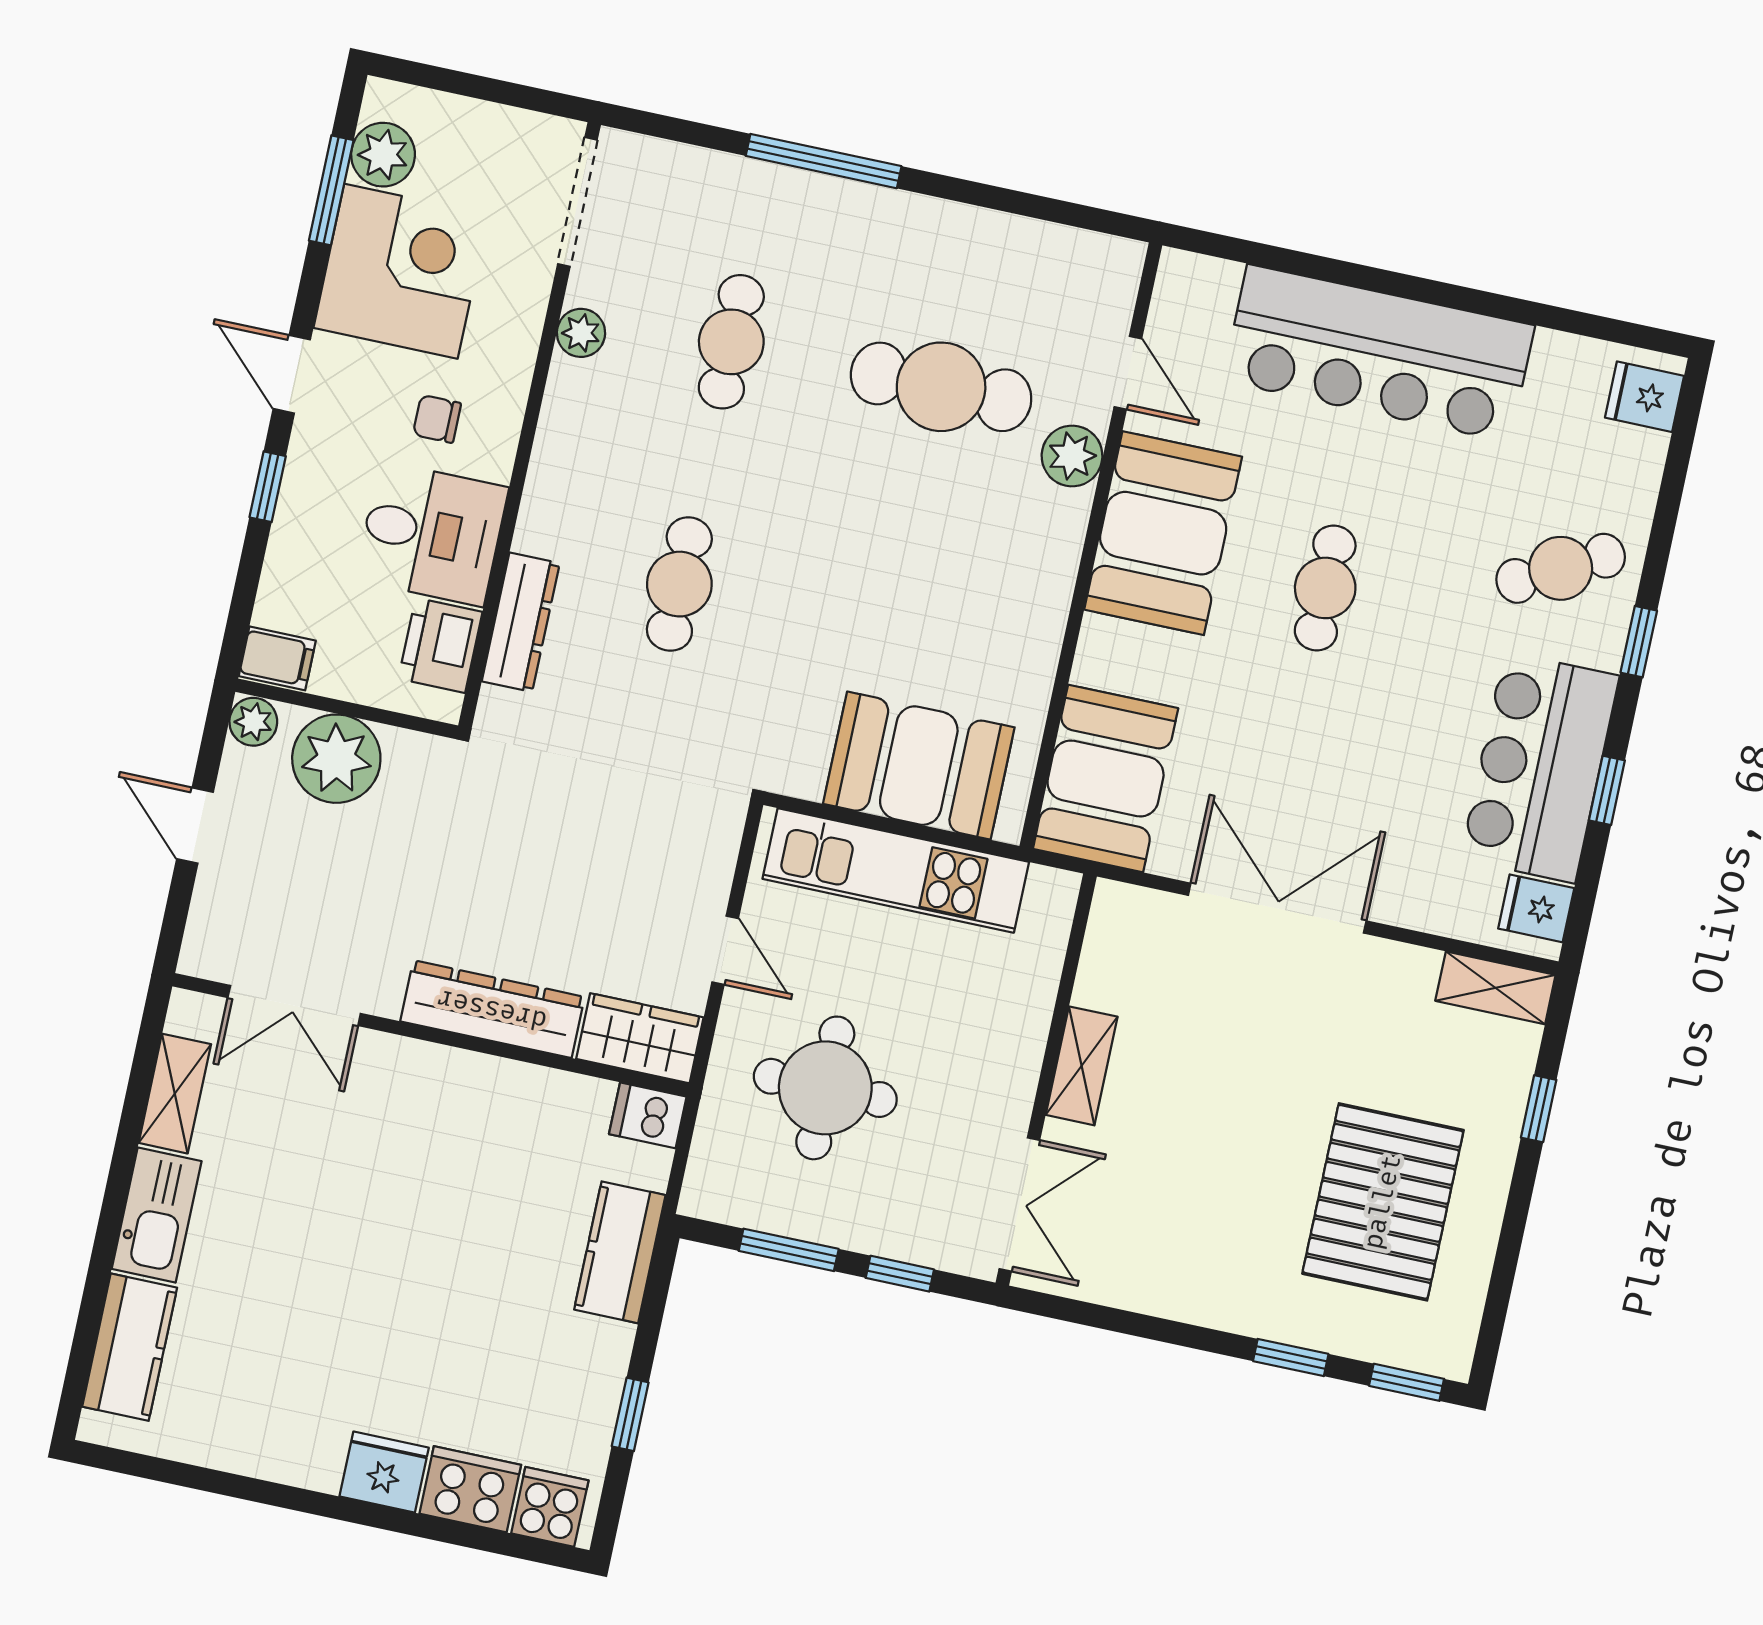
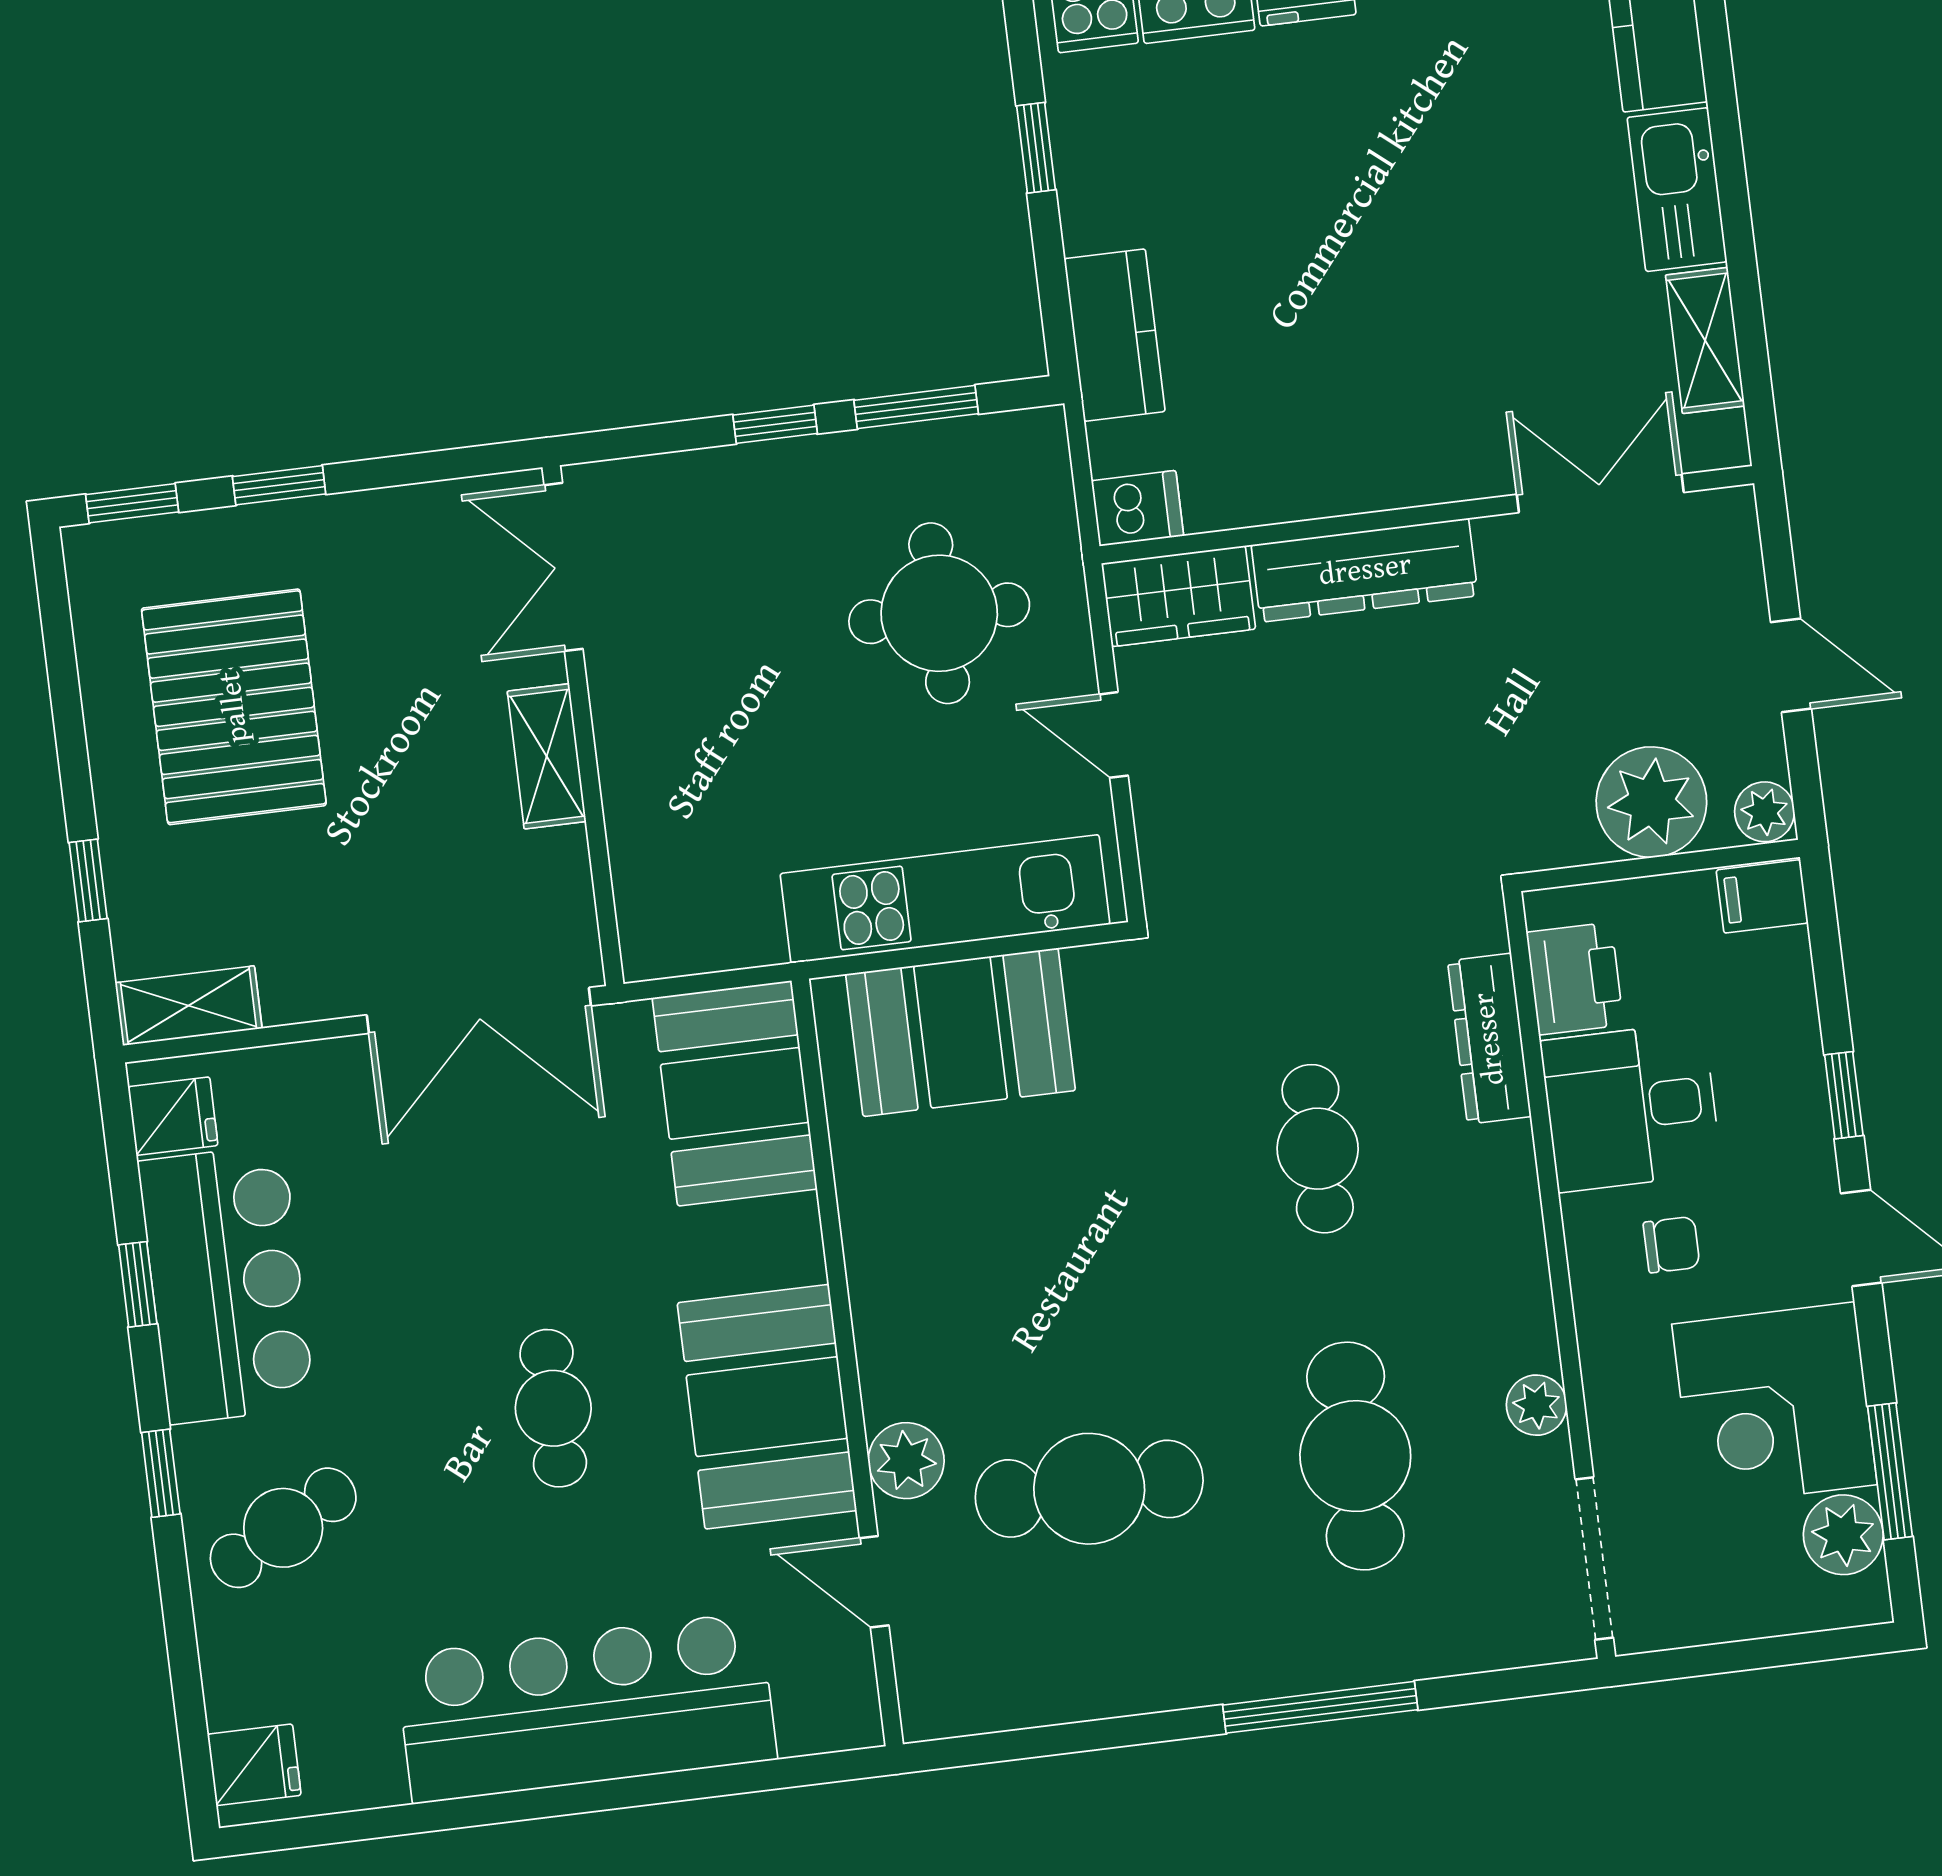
cafe table: (731, 342) -> (1355, 1456), width x1.37, depth x1.35
shelving: (1082, 1066) -> (547, 756), moved
wall: (1046, 1080) -> (583, 726), moved
double door: (1019, 1205) -> (564, 567), moved

